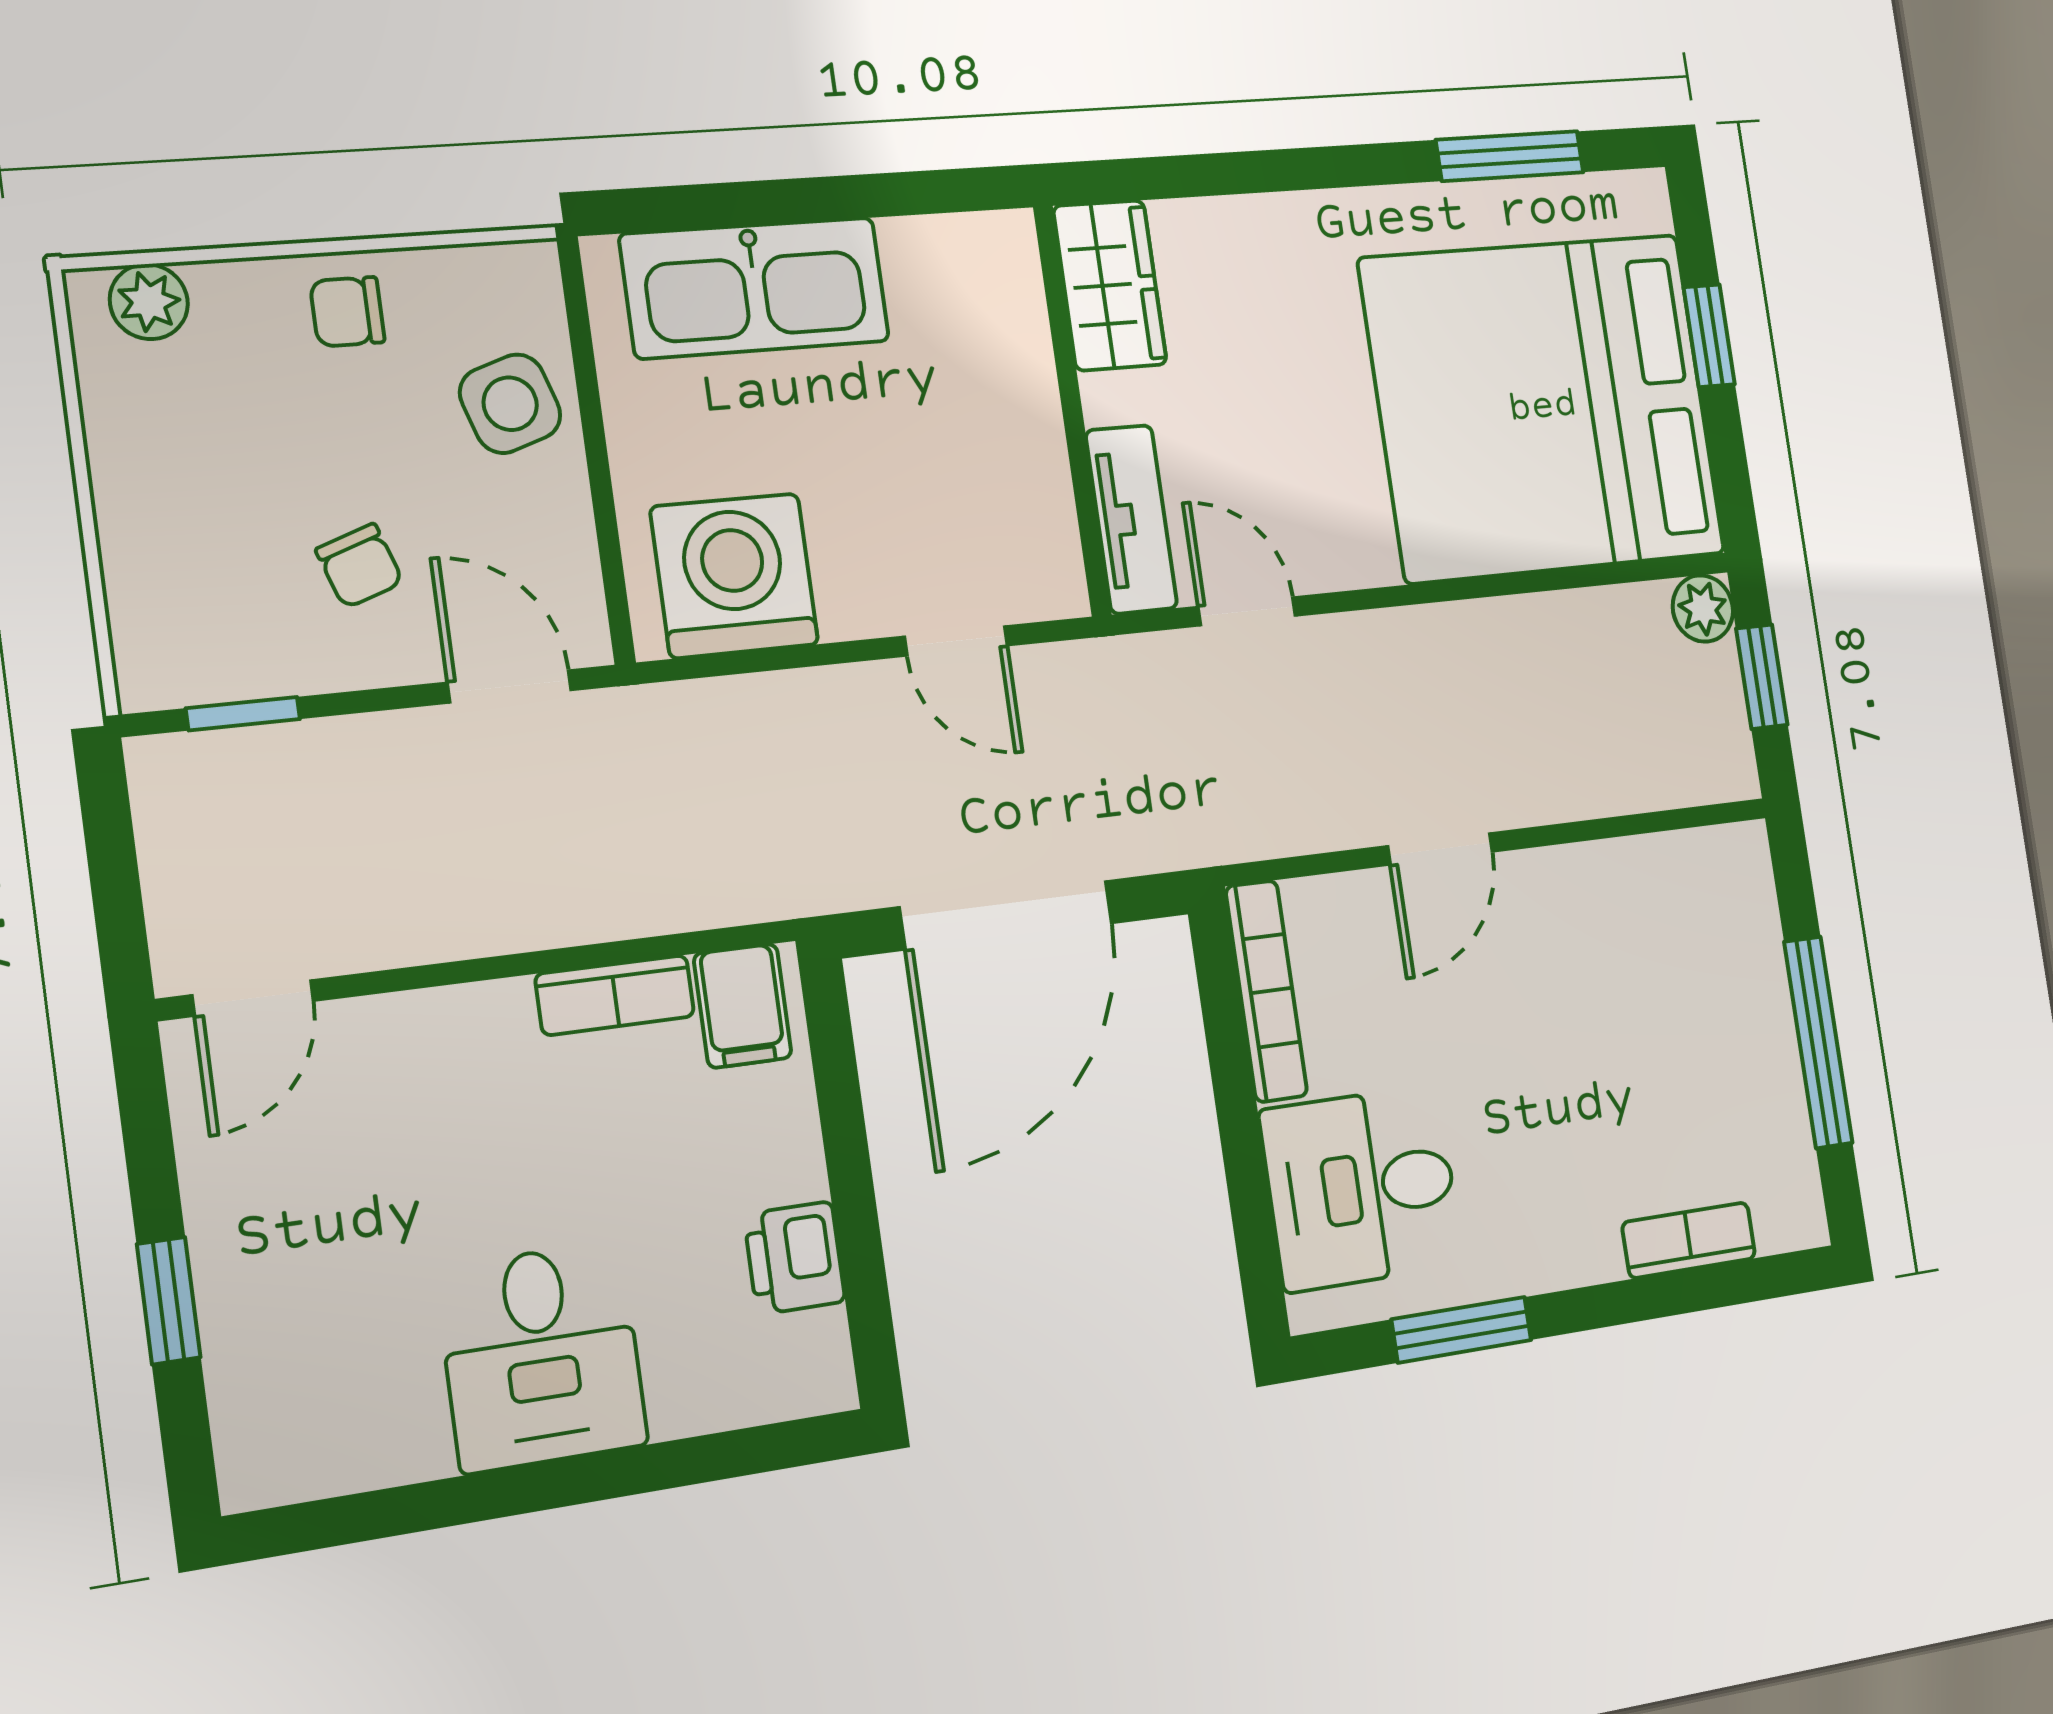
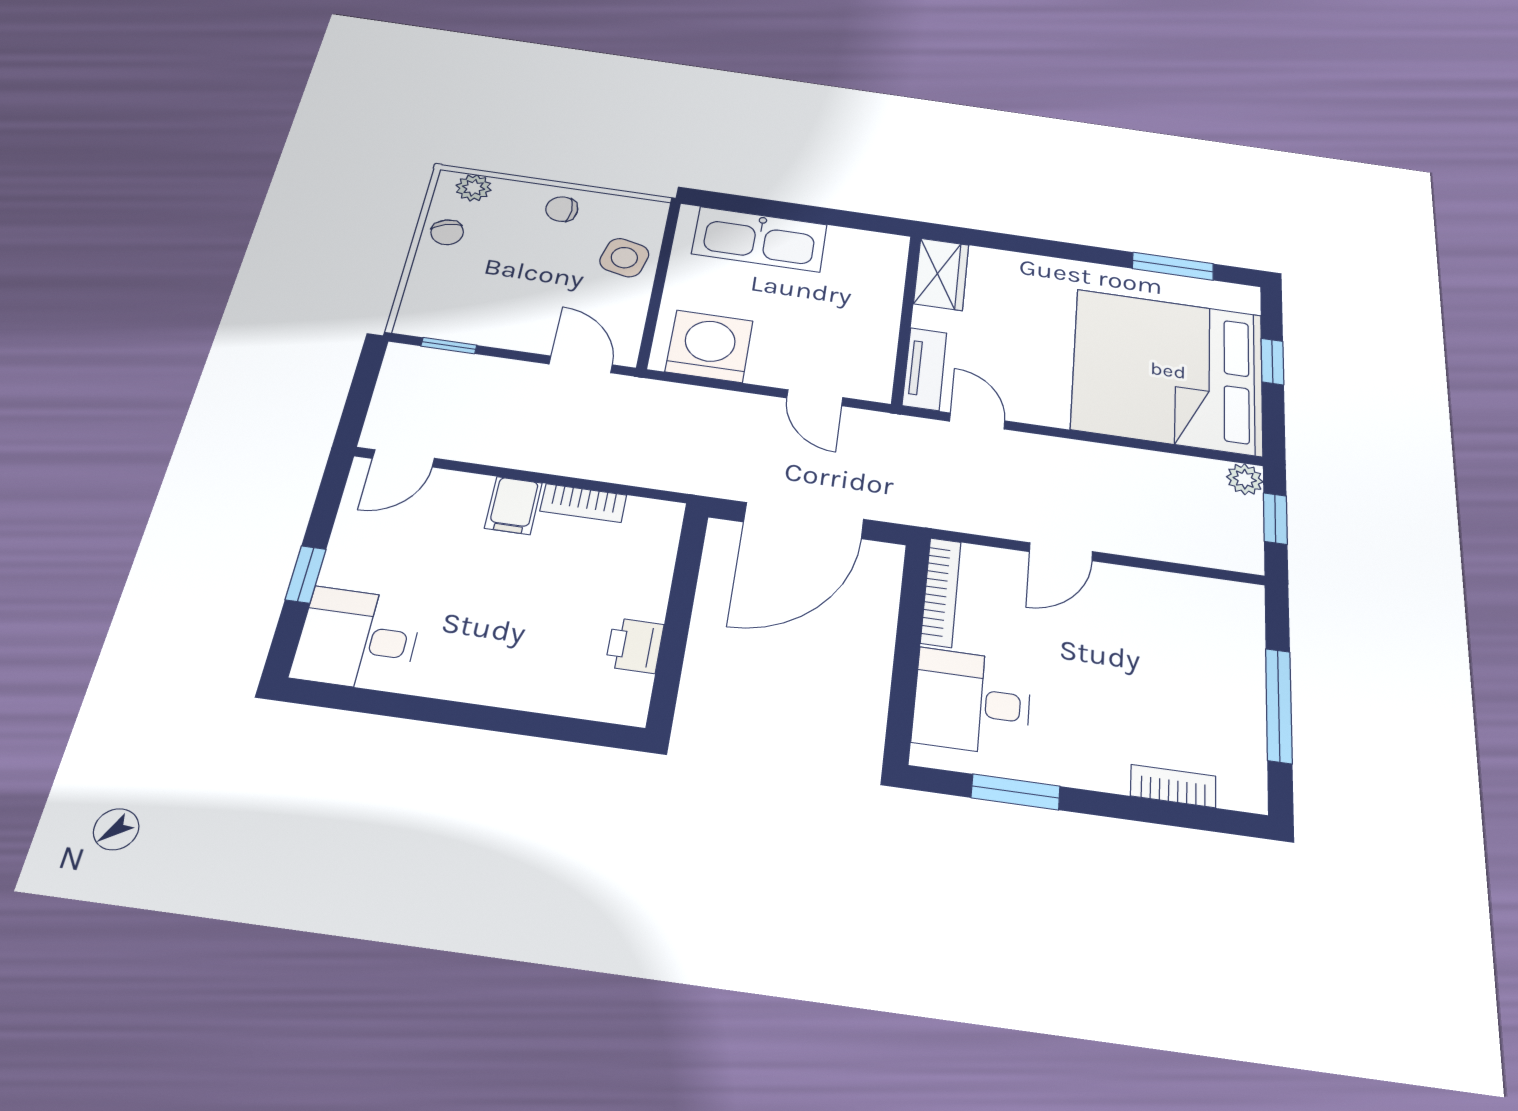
side table: (510, 404) -> (624, 258), turned 32
chair: (359, 566) -> (447, 232), moved
filing cabinet: (743, 1006) -> (513, 505), moved
desk: (542, 1357) -> (358, 639), moved, turned 90

